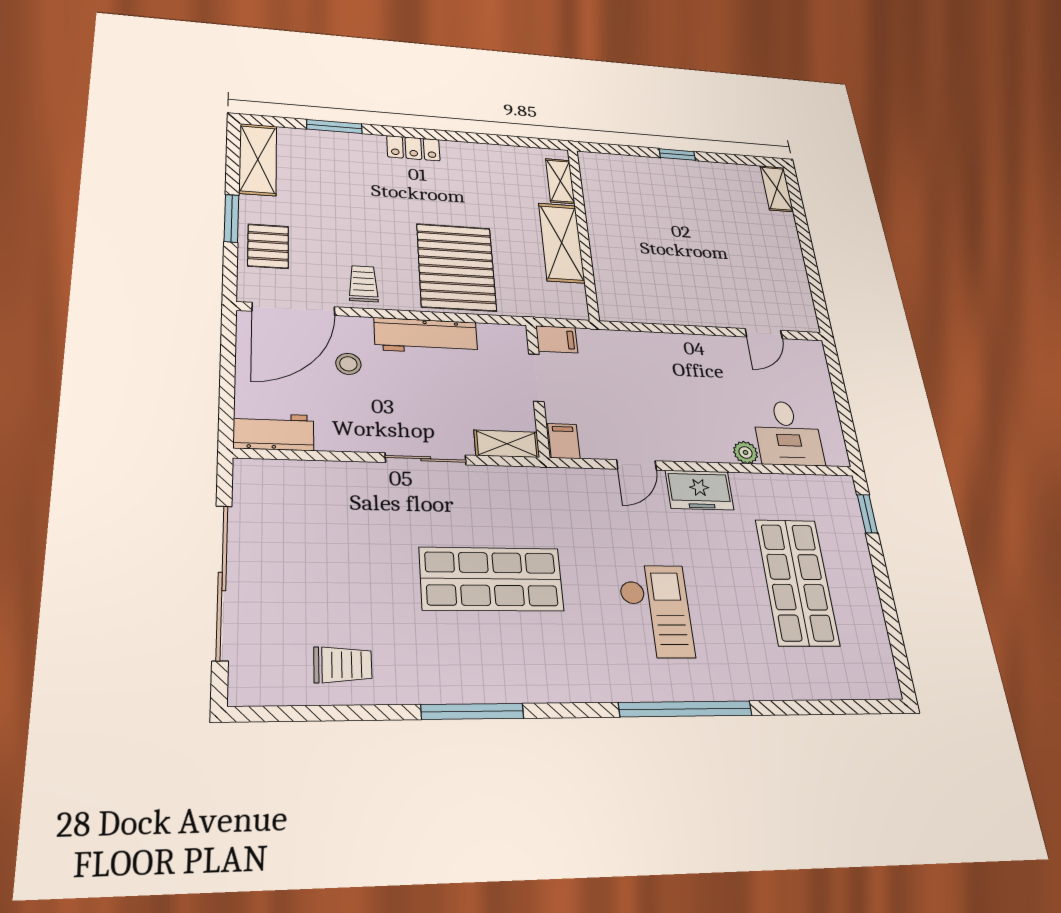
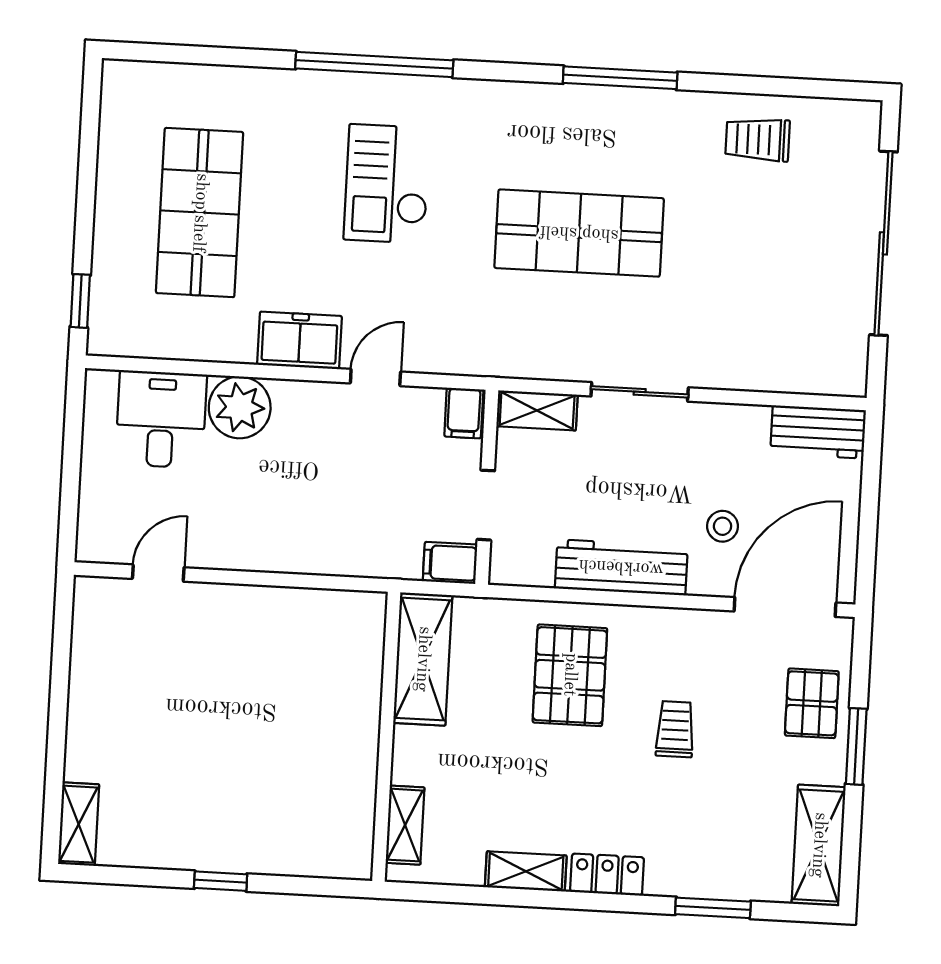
shelving: (472, 152) -> (526, 871), added
shelving: (562, 243) -> (423, 659), moved
pallet: (456, 267) -> (570, 675), width x0.73, depth x0.71
trolley: (363, 284) -> (675, 729), moved, turned 180
plant: (746, 452) -> (240, 407), width x1.88, depth x1.88

